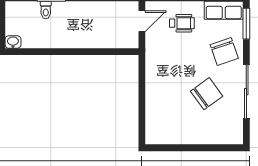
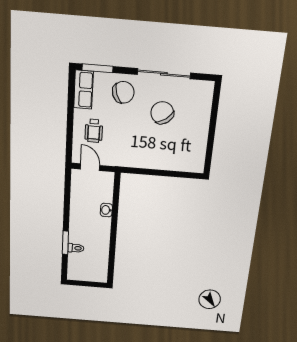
wheelchair: (182, 23) -> (94, 131), turned 180
washbasin: (13, 42) -> (106, 210), moved

